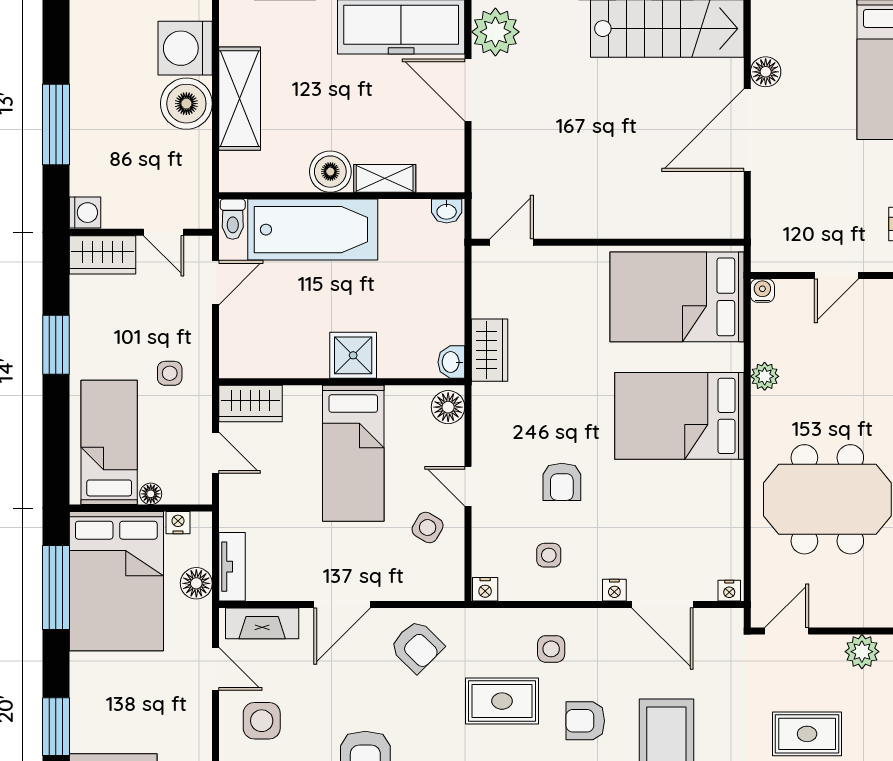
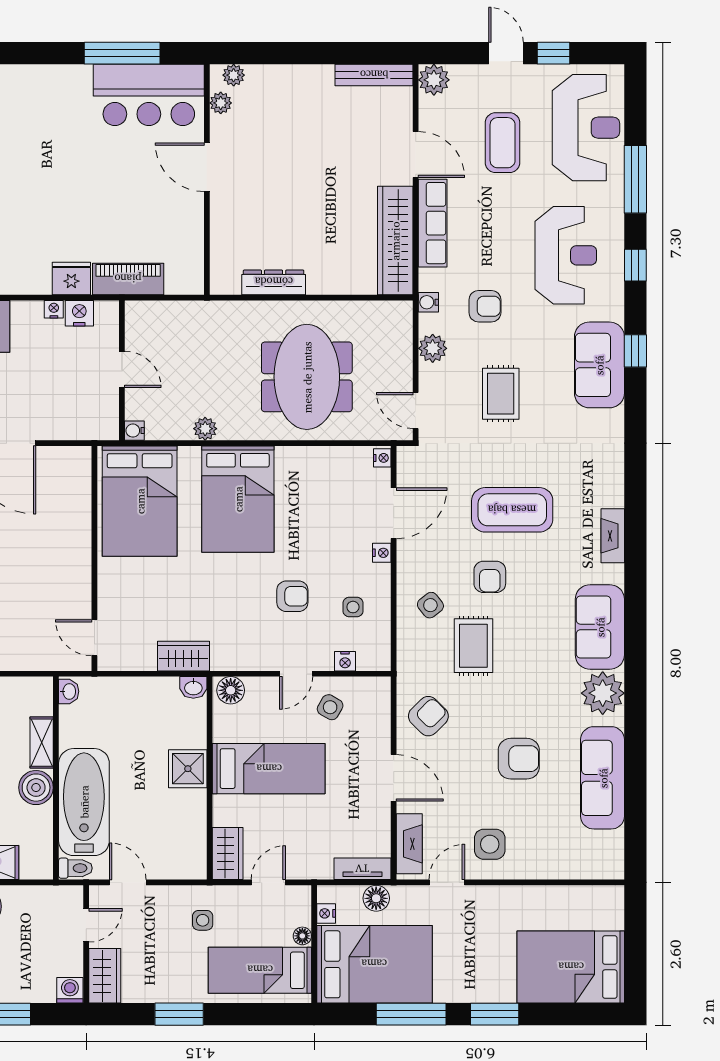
window: (56, 588) -> (411, 1014), moved
nightstand: (485, 589) -> (345, 661), moved, turned 90
side table: (551, 649) -> (430, 605), turned -38

